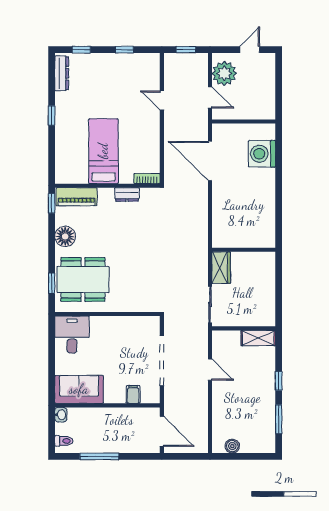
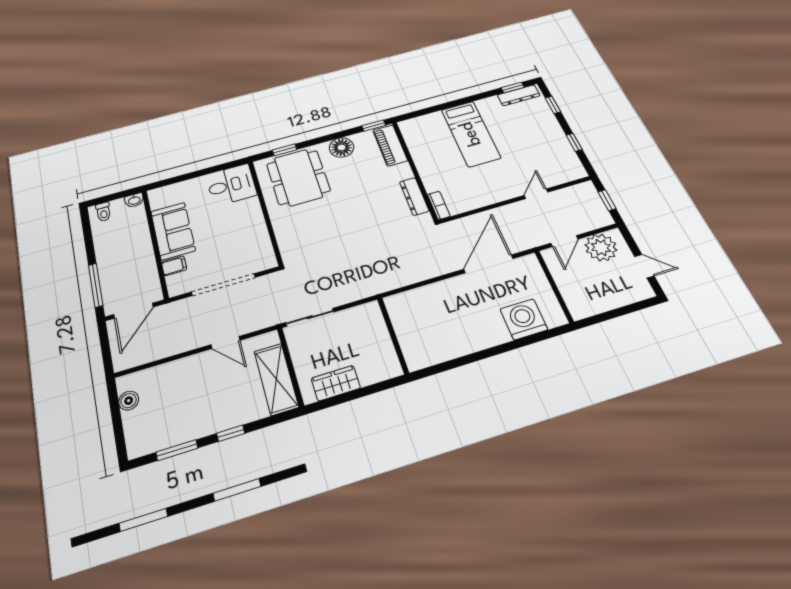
window: (52, 115) -> (513, 87), moved
bed: (103, 151) -> (471, 134), moved, turned 90
dresser: (127, 194) -> (414, 196), width x1.44
wardrobe: (221, 268) -> (336, 383), moved, turned 180
shelving: (258, 338) -> (276, 379), width x1.50, depth x1.33
door: (210, 370) -> (225, 342), hinge flipped
sofa: (79, 389) -> (173, 231), moved
window: (99, 456) -> (96, 285), moved

